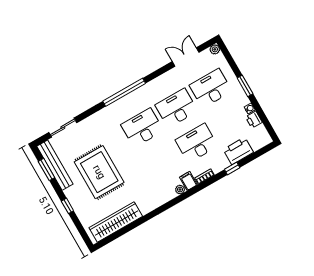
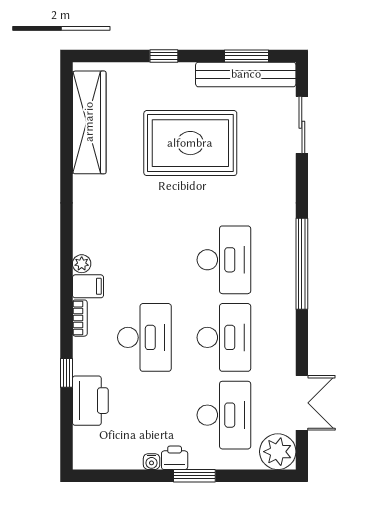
plant: (215, 49) -> (278, 452), width x1.88, depth x1.88
printer: (254, 120) -> (175, 458), moved

